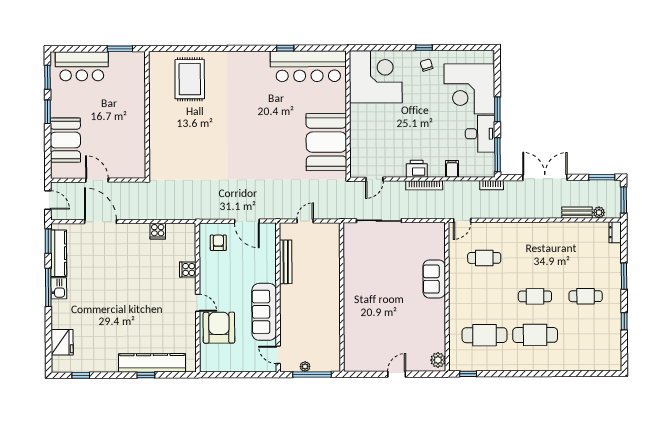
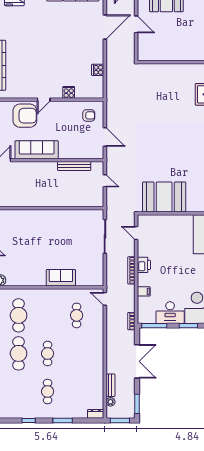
door: (97, 180) -> (136, 24), hinge flipped
door: (247, 221) -> (105, 137), swing flipped

